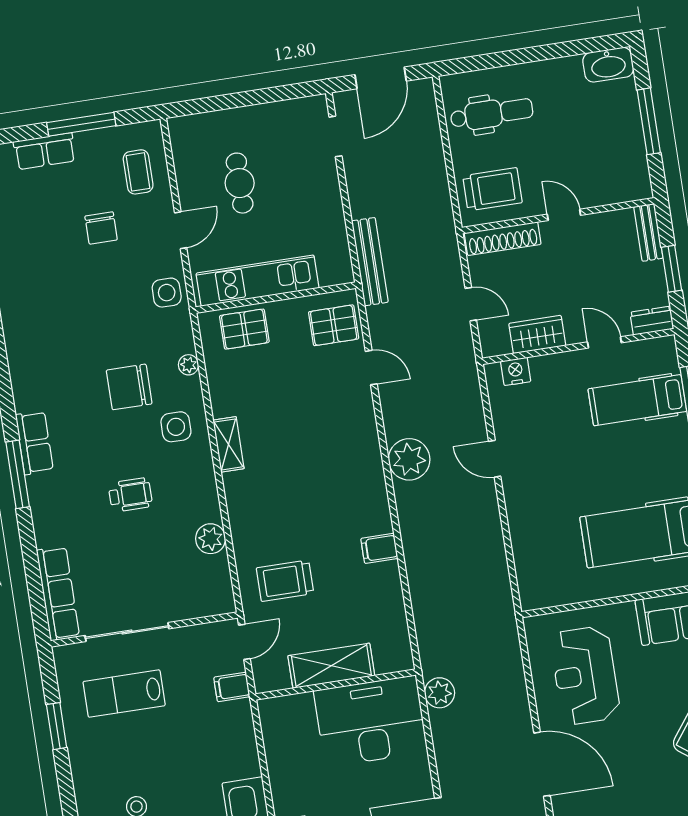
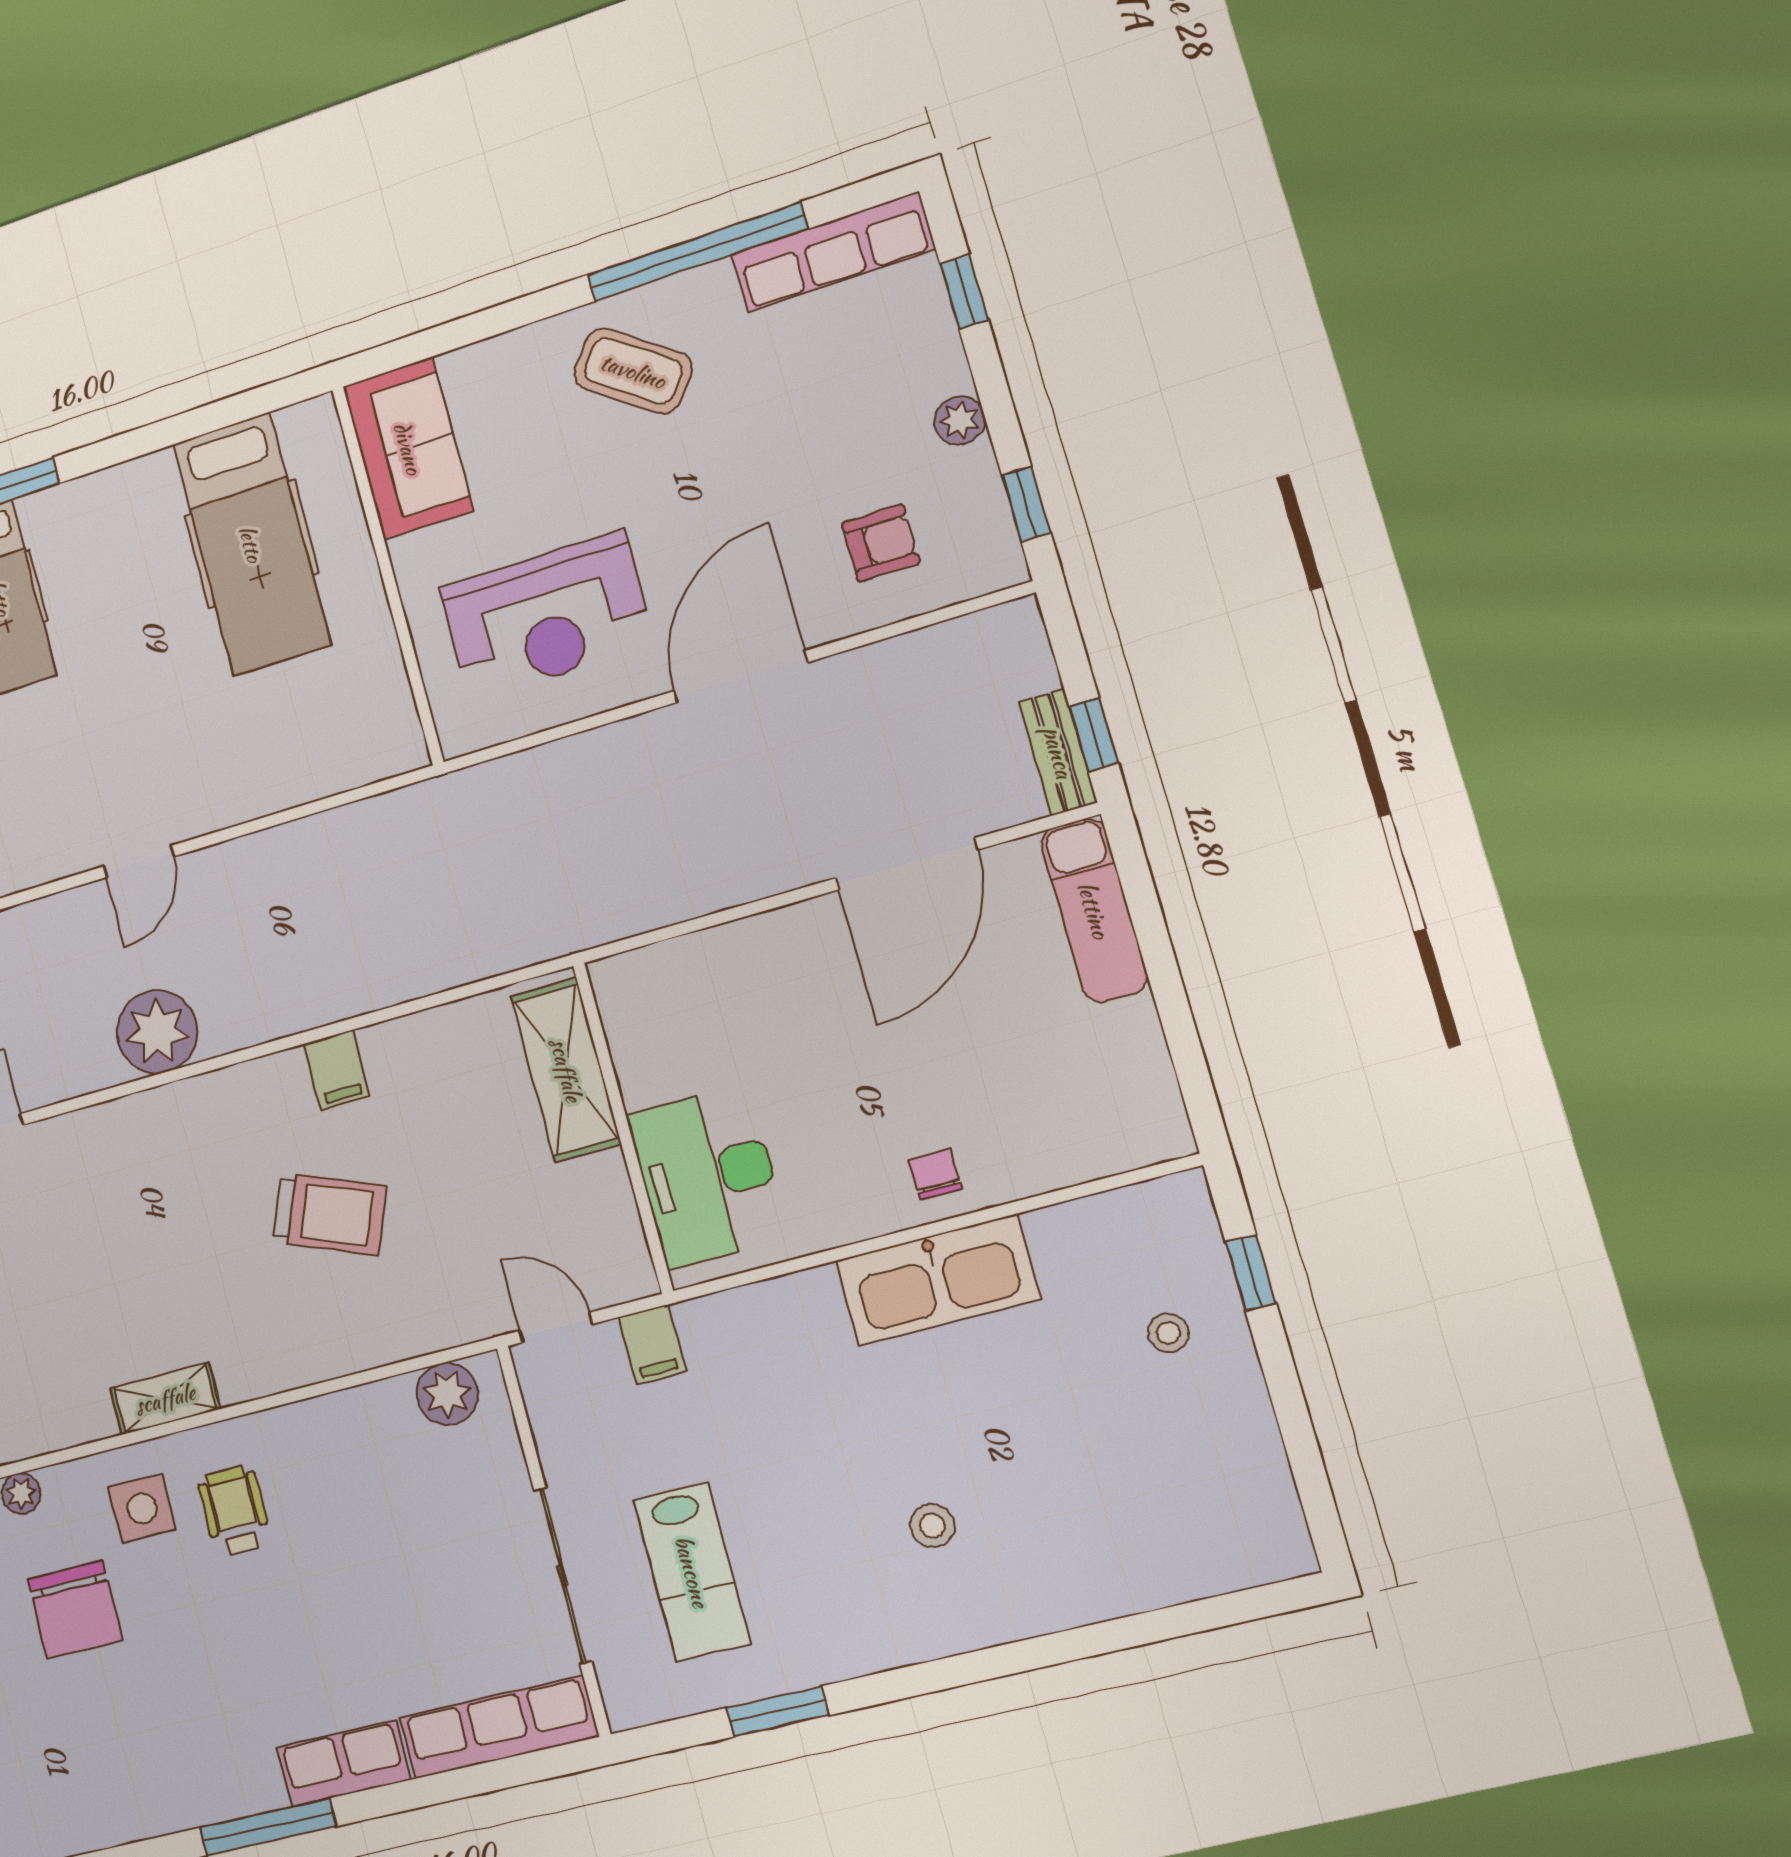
row of seats: (34, 443) -> (344, 1763), moved
wheelchair: (130, 495) -> (234, 1511), moved
plant: (211, 539) -> (447, 1394), moved
trolley: (285, 581) -> (329, 1214), moved, turned -68
shelving: (331, 666) -> (566, 1070), moved
plant: (440, 693) -> (616, 910), removed
desk: (371, 721) -> (708, 1177), moved, width x0.73, depth x0.77

